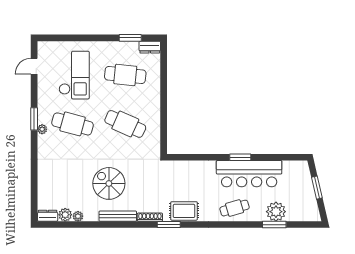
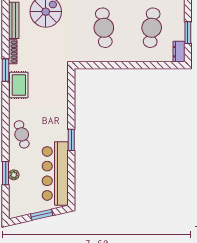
cafe table: (125, 124) -> (104, 28), turned -30
bar counter: (249, 174) -> (55, 173), moved
plant: (276, 212) -> (14, 175), width x0.53, depth x0.53

